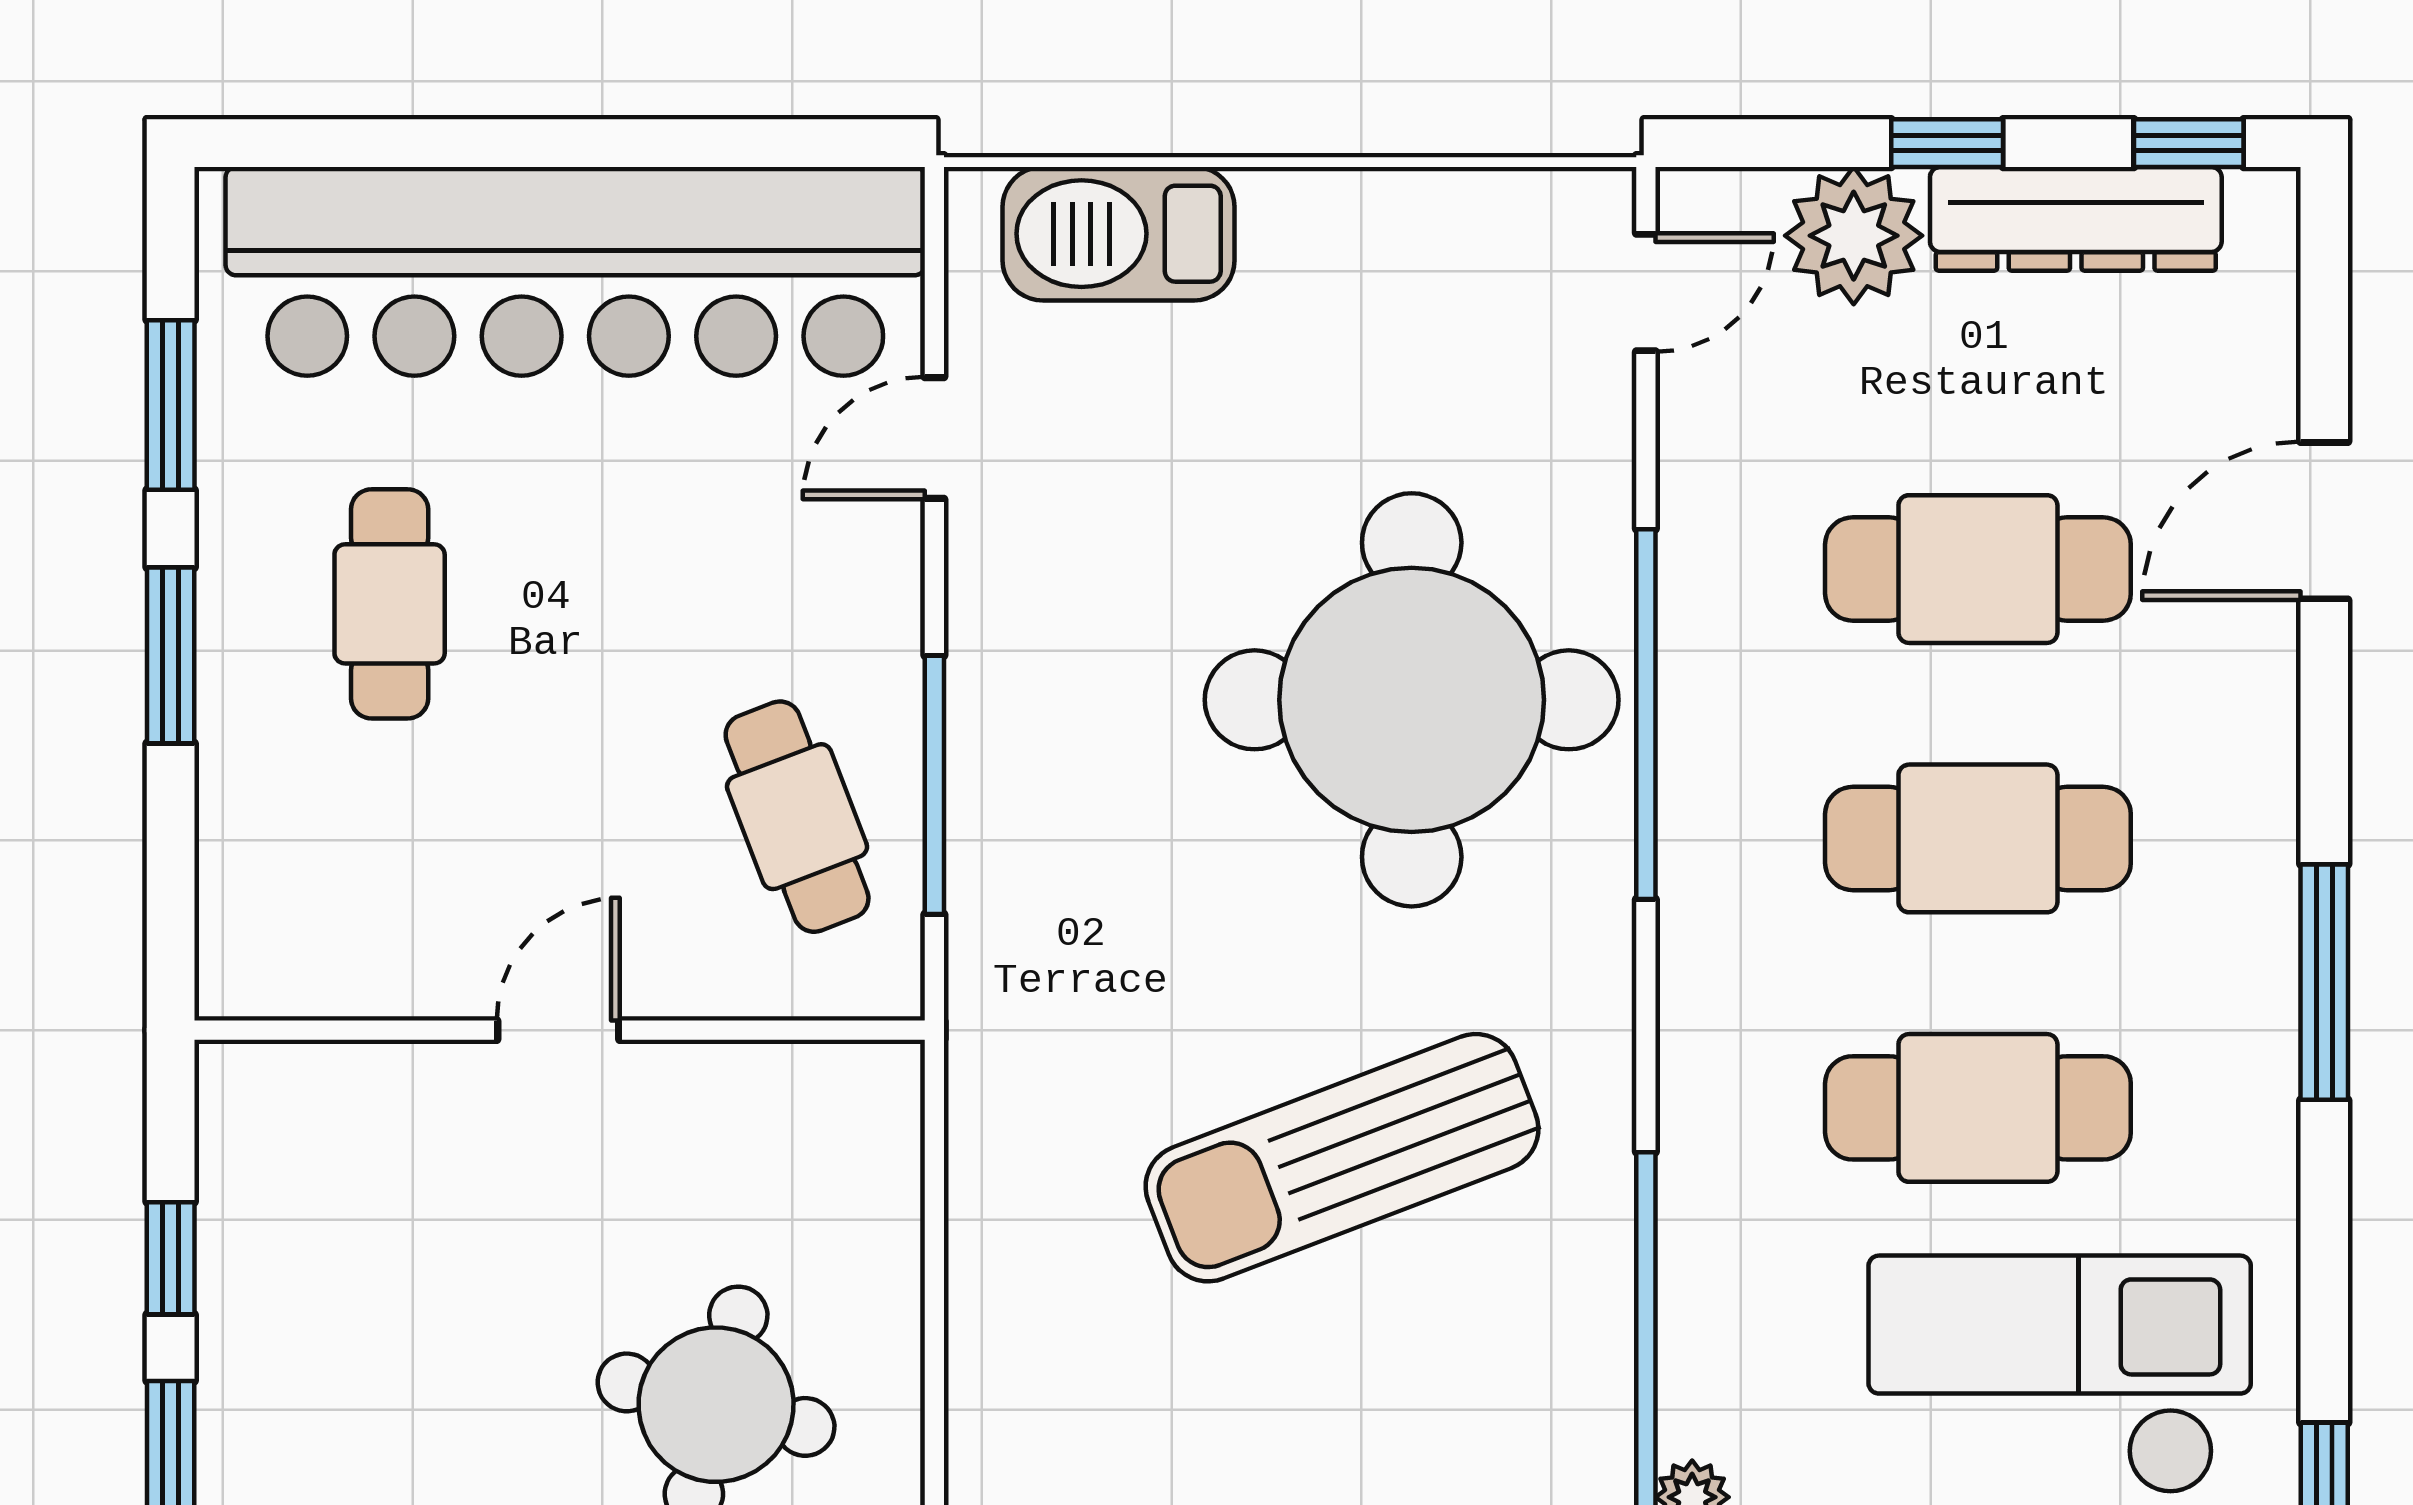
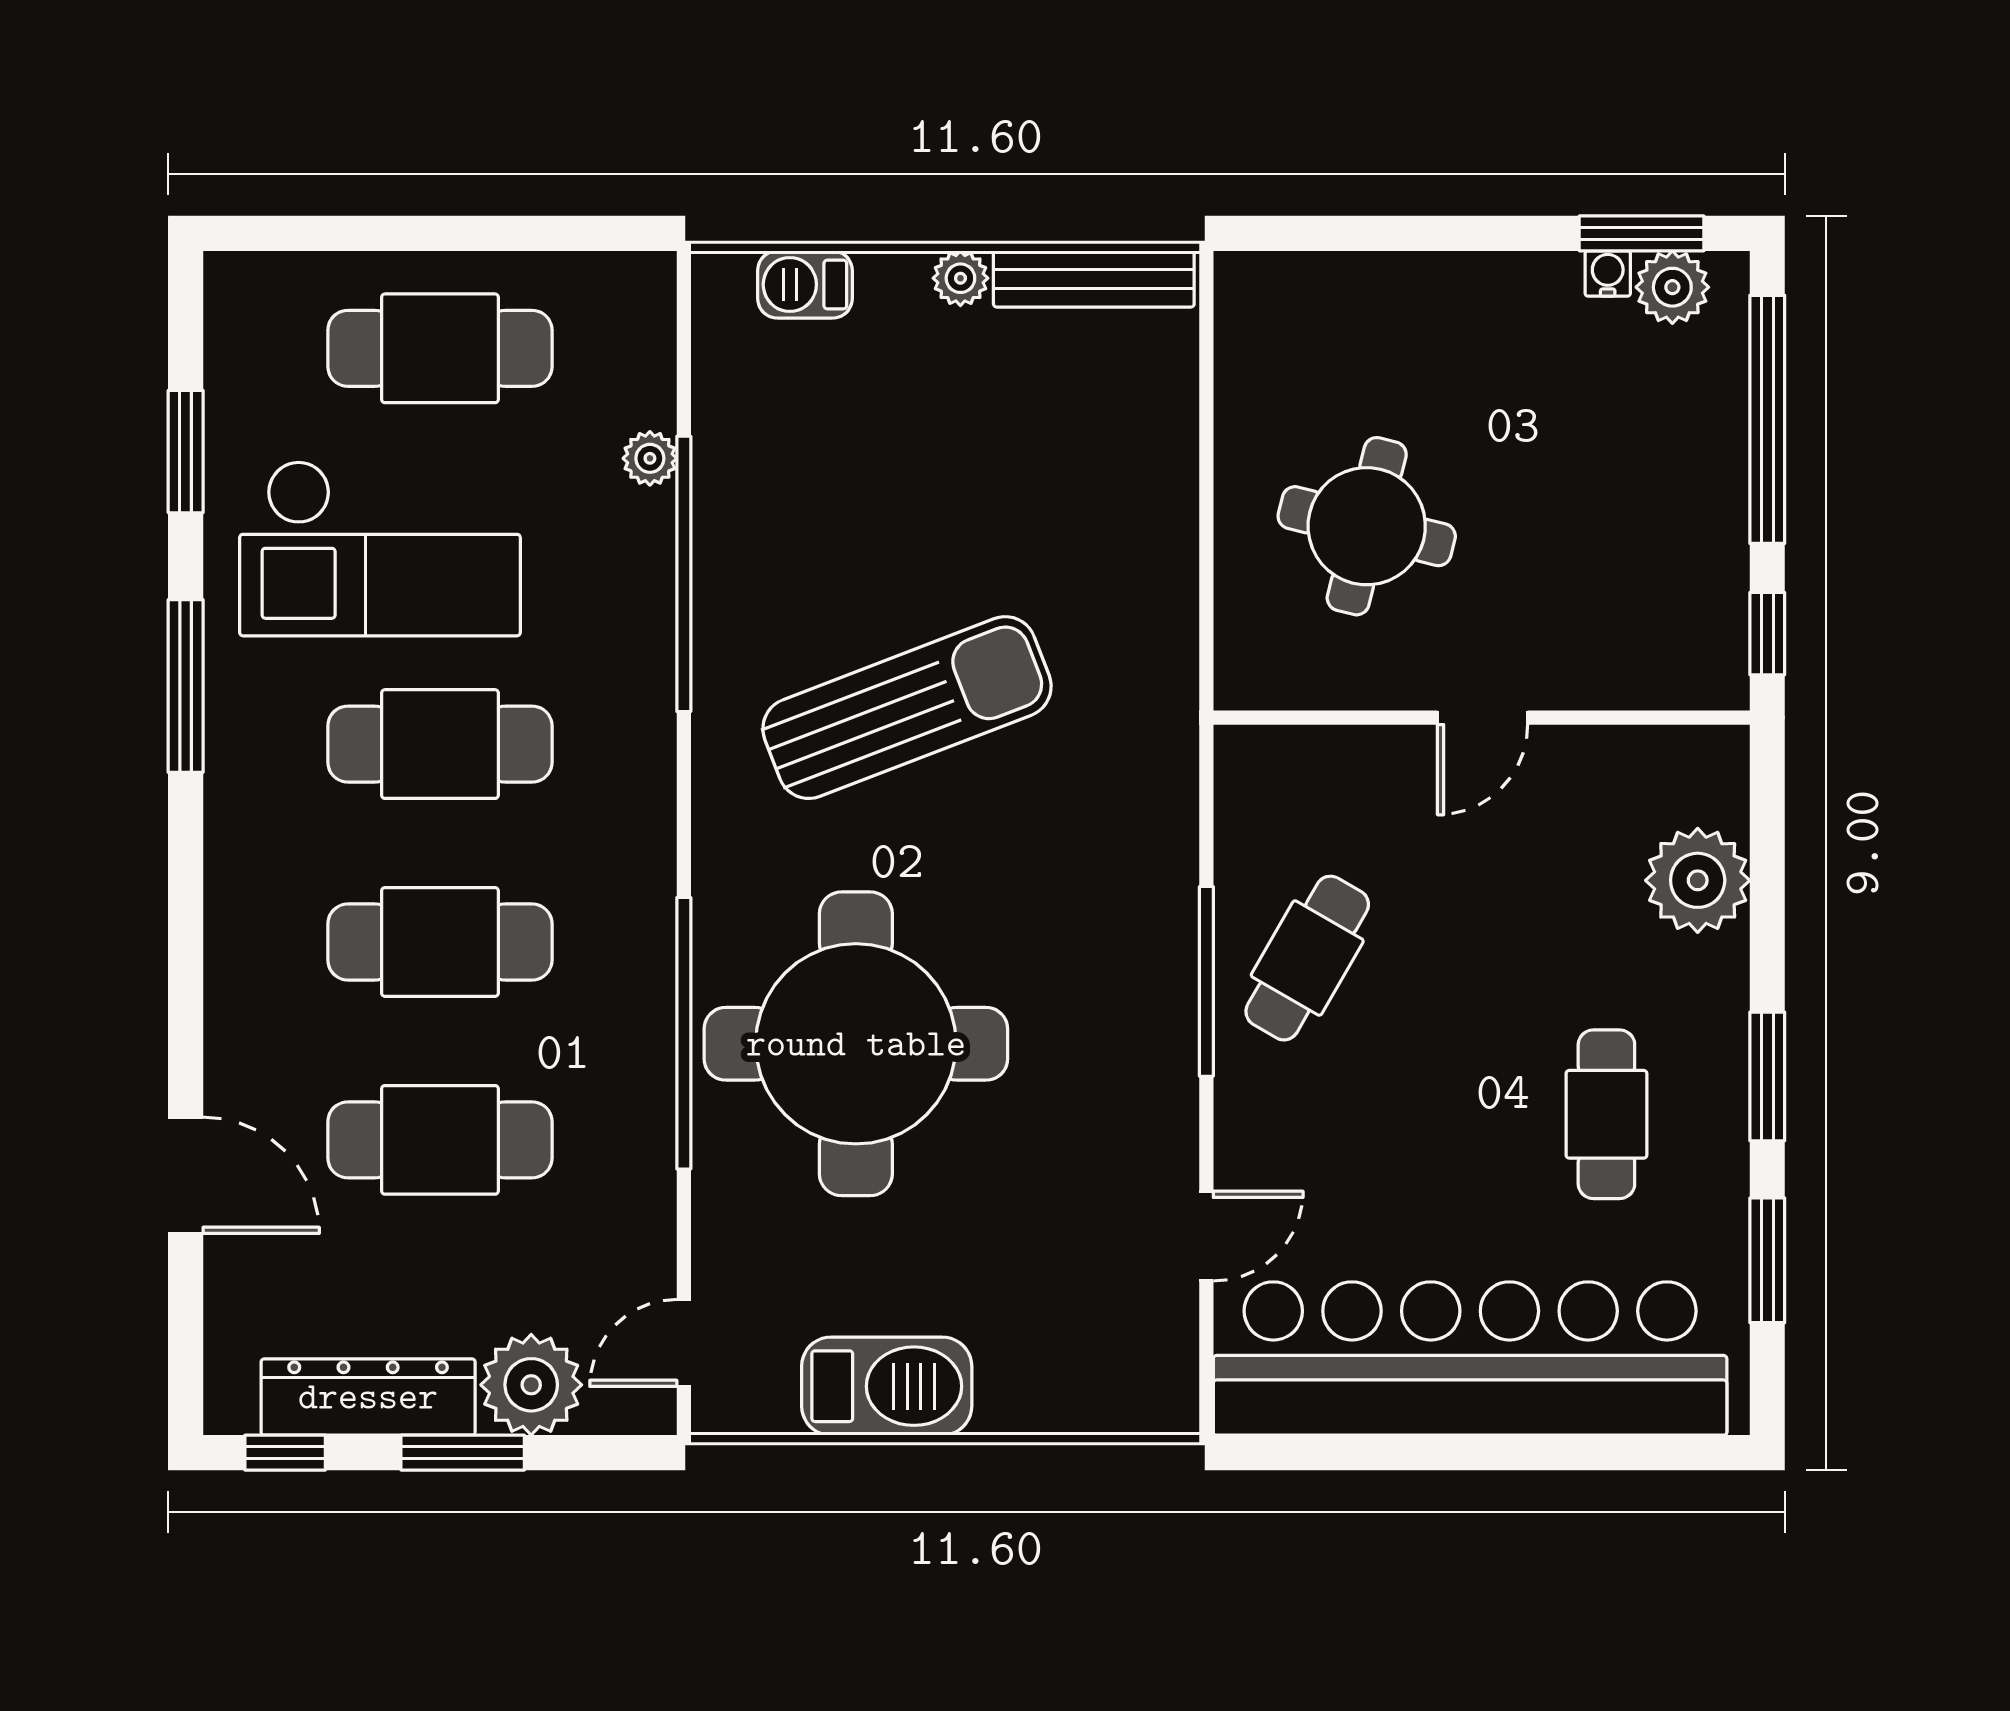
window: (1947, 143) -> (463, 1453), width x1.50
barbecue: (1119, 234) -> (887, 1386), moved
door: (2324, 521) -> (186, 1175), hinge flipped
cafe table: (797, 817) -> (1307, 958), turned 51
plant: (265, 922) -> (1698, 880), added
window: (2324, 982) -> (186, 686), moved
door: (558, 1030) -> (1483, 718), moved
wall: (560, 1030) -> (1482, 718), moved

